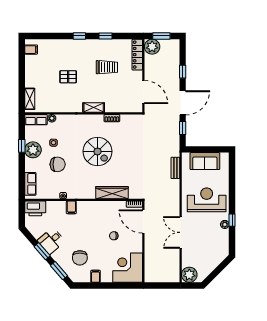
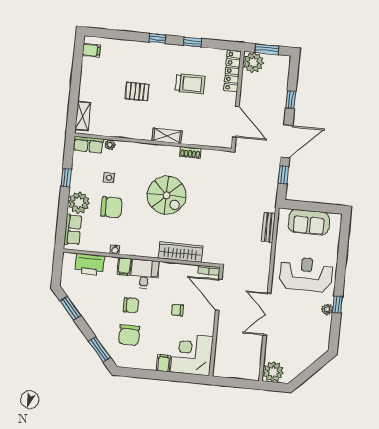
plant: (33, 150) -> (79, 203), moved
printer: (35, 208) -> (90, 265), moved
chair: (79, 236) -> (131, 305), added
desk: (51, 241) -> (144, 274), moved, turned 131
window: (42, 251) -> (70, 308), moved
filing cabinet: (96, 276) -> (163, 363), moved

